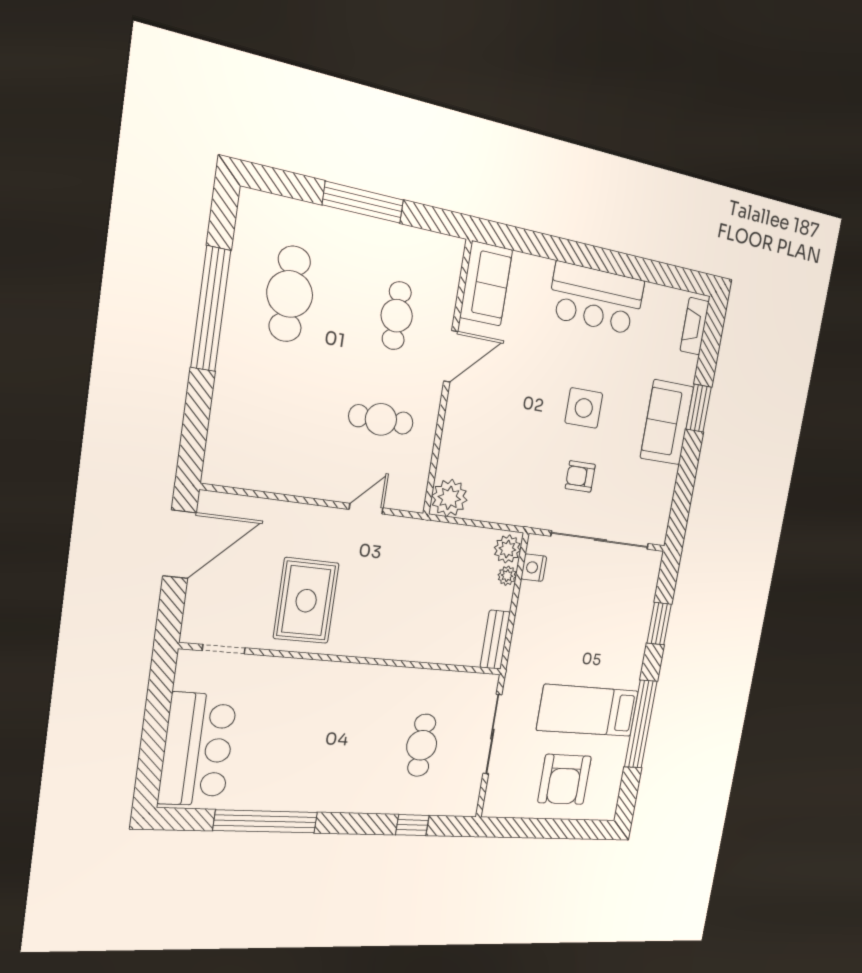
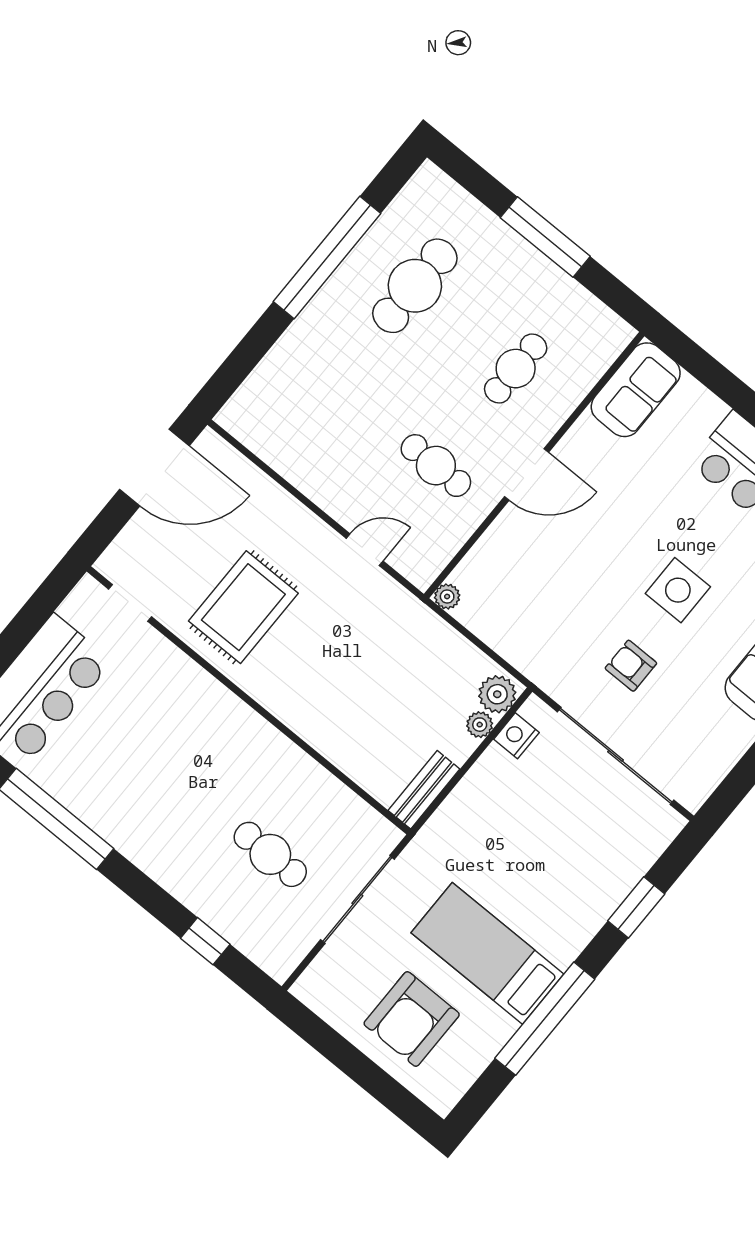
door: (451, 356) -> (526, 474), moved
plant: (449, 498) -> (447, 596), width x0.53, depth x0.53
cafe table: (422, 745) -> (270, 854), turned 90

